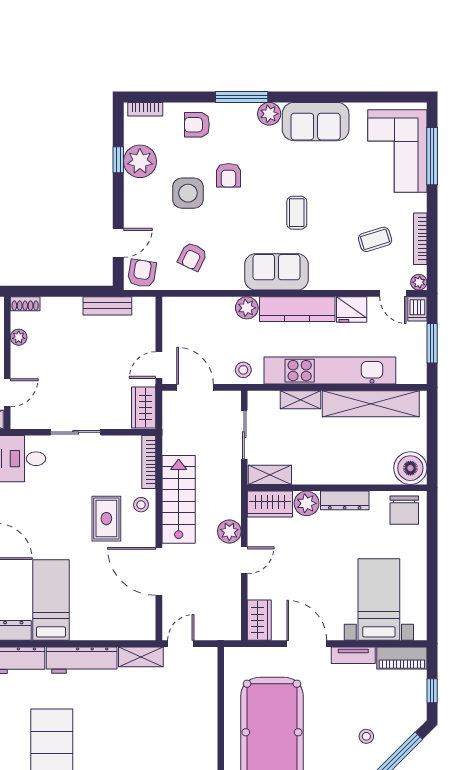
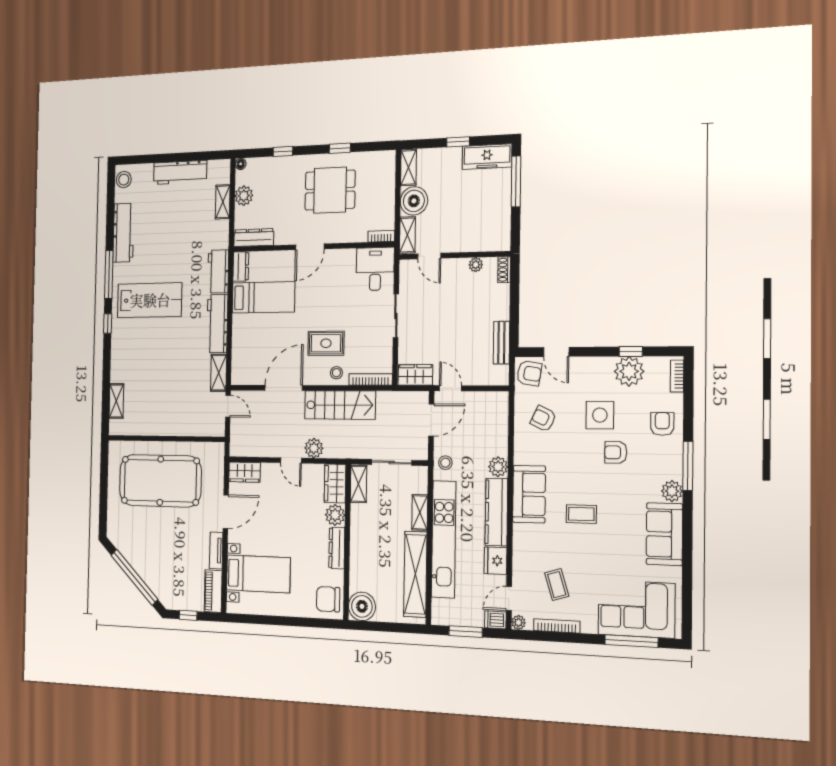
stool: (366, 736) -> (156, 559), removed

